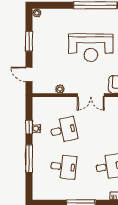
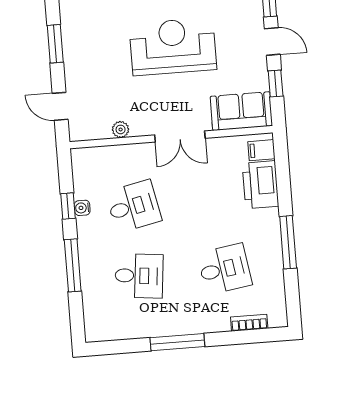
reception desk: (91, 48) -> (173, 47), turned 180

